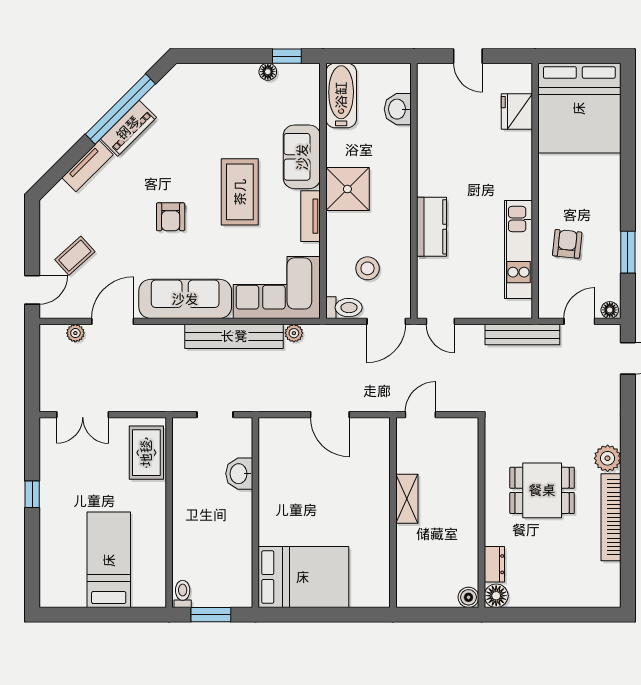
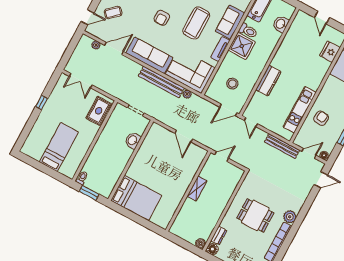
toilet: (344, 308) -> (248, 31), moved

